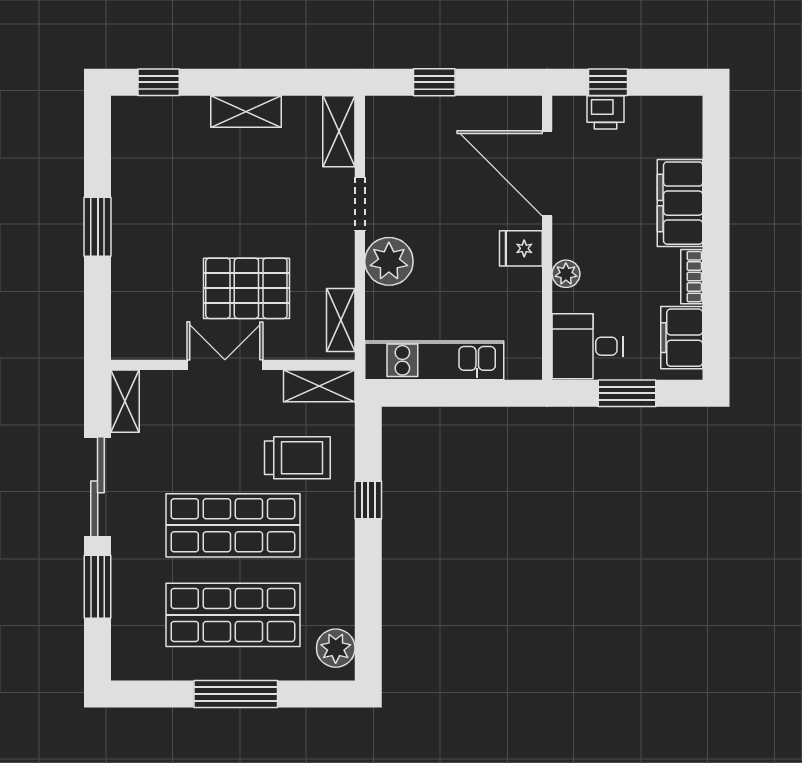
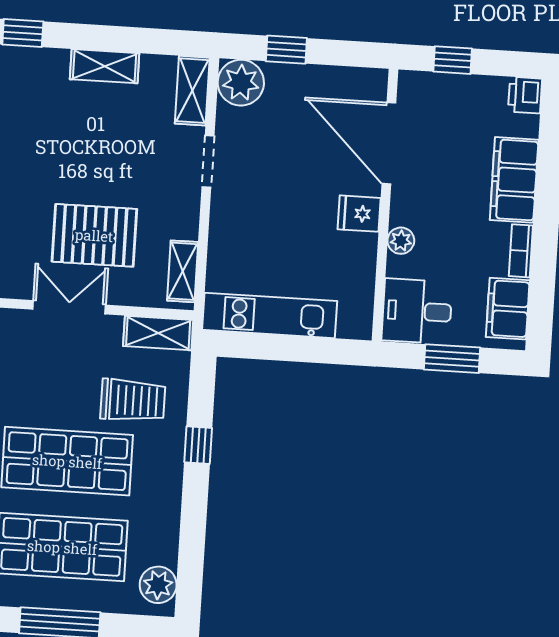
printer: (605, 112) -> (525, 95), moved, turned 90
plant: (389, 261) -> (241, 83), moved

